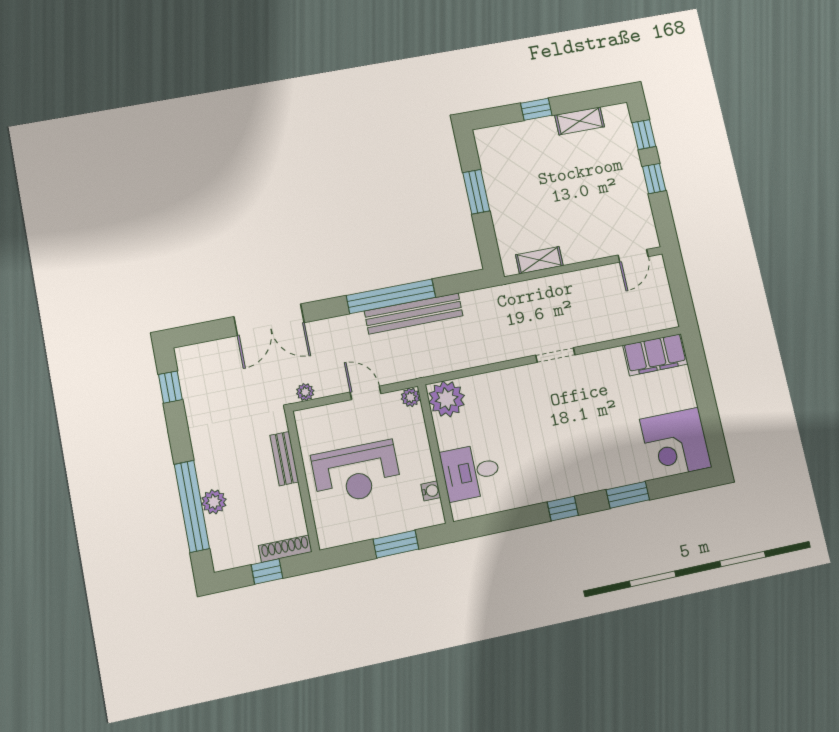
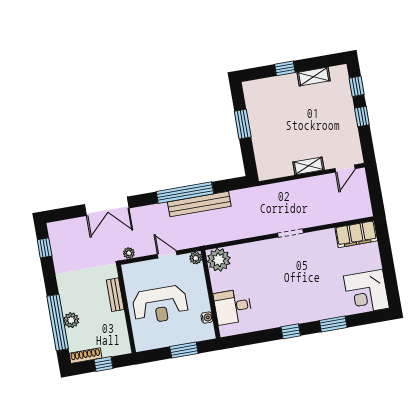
shelving: (539, 260) -> (308, 166), moved
shoe rack: (285, 549) -> (86, 356), moved

